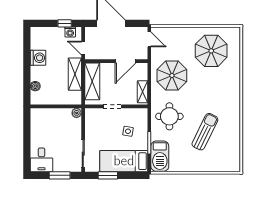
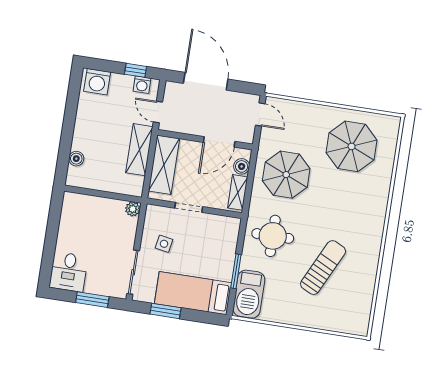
washing machine: (38, 58) -> (97, 82), moved, turned 90
boiler: (142, 75) -> (242, 166), added
side table: (128, 131) -> (164, 244), moved

